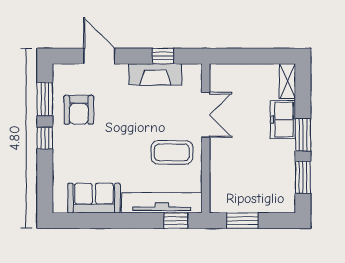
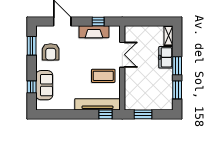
window: (45, 138) -> (32, 87), moved
sofa: (94, 198) -> (44, 85), moved, turned 90

